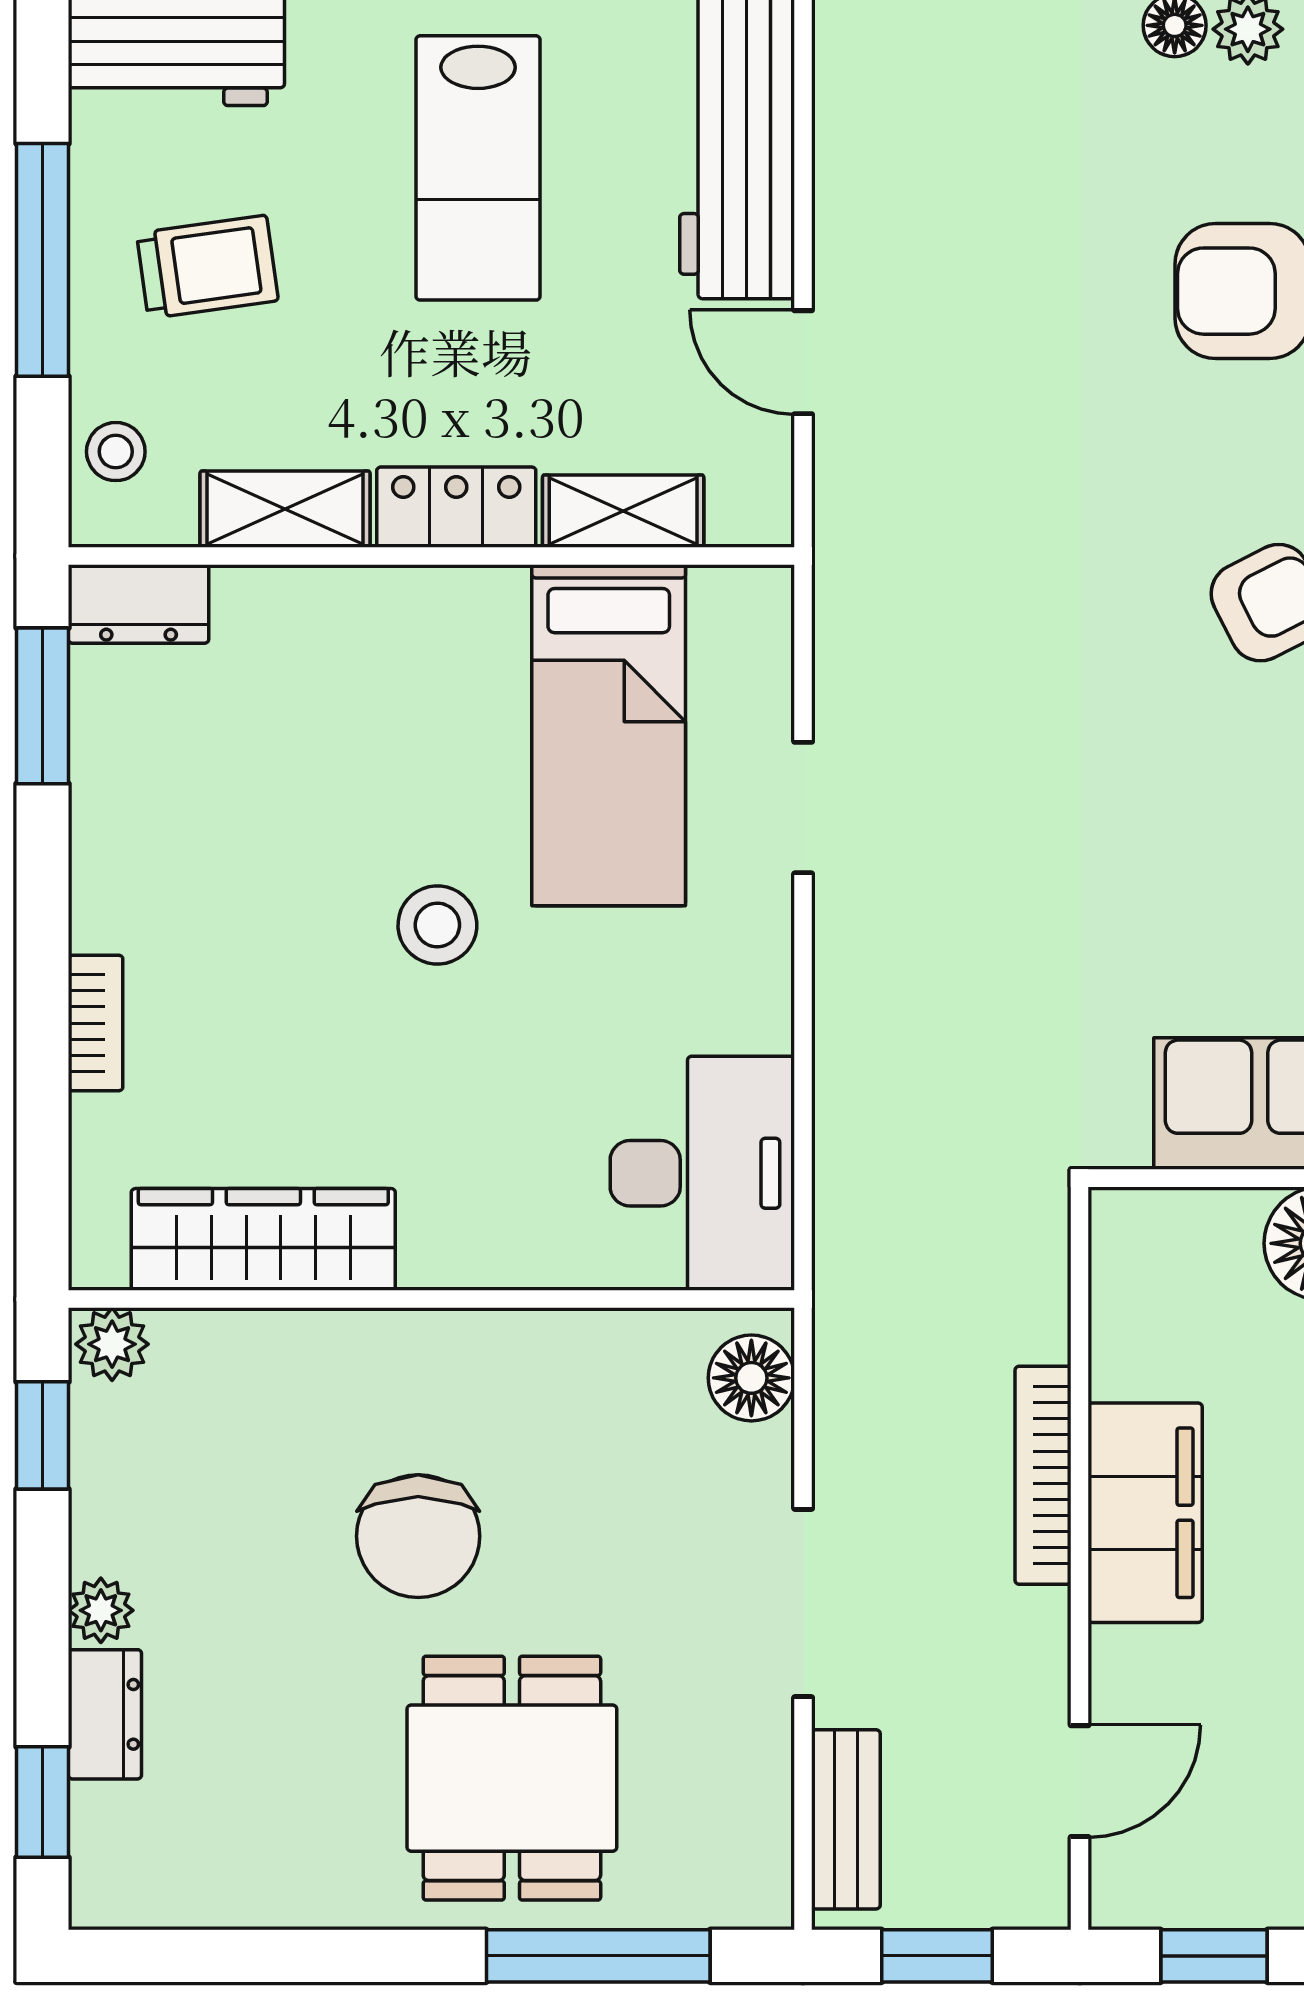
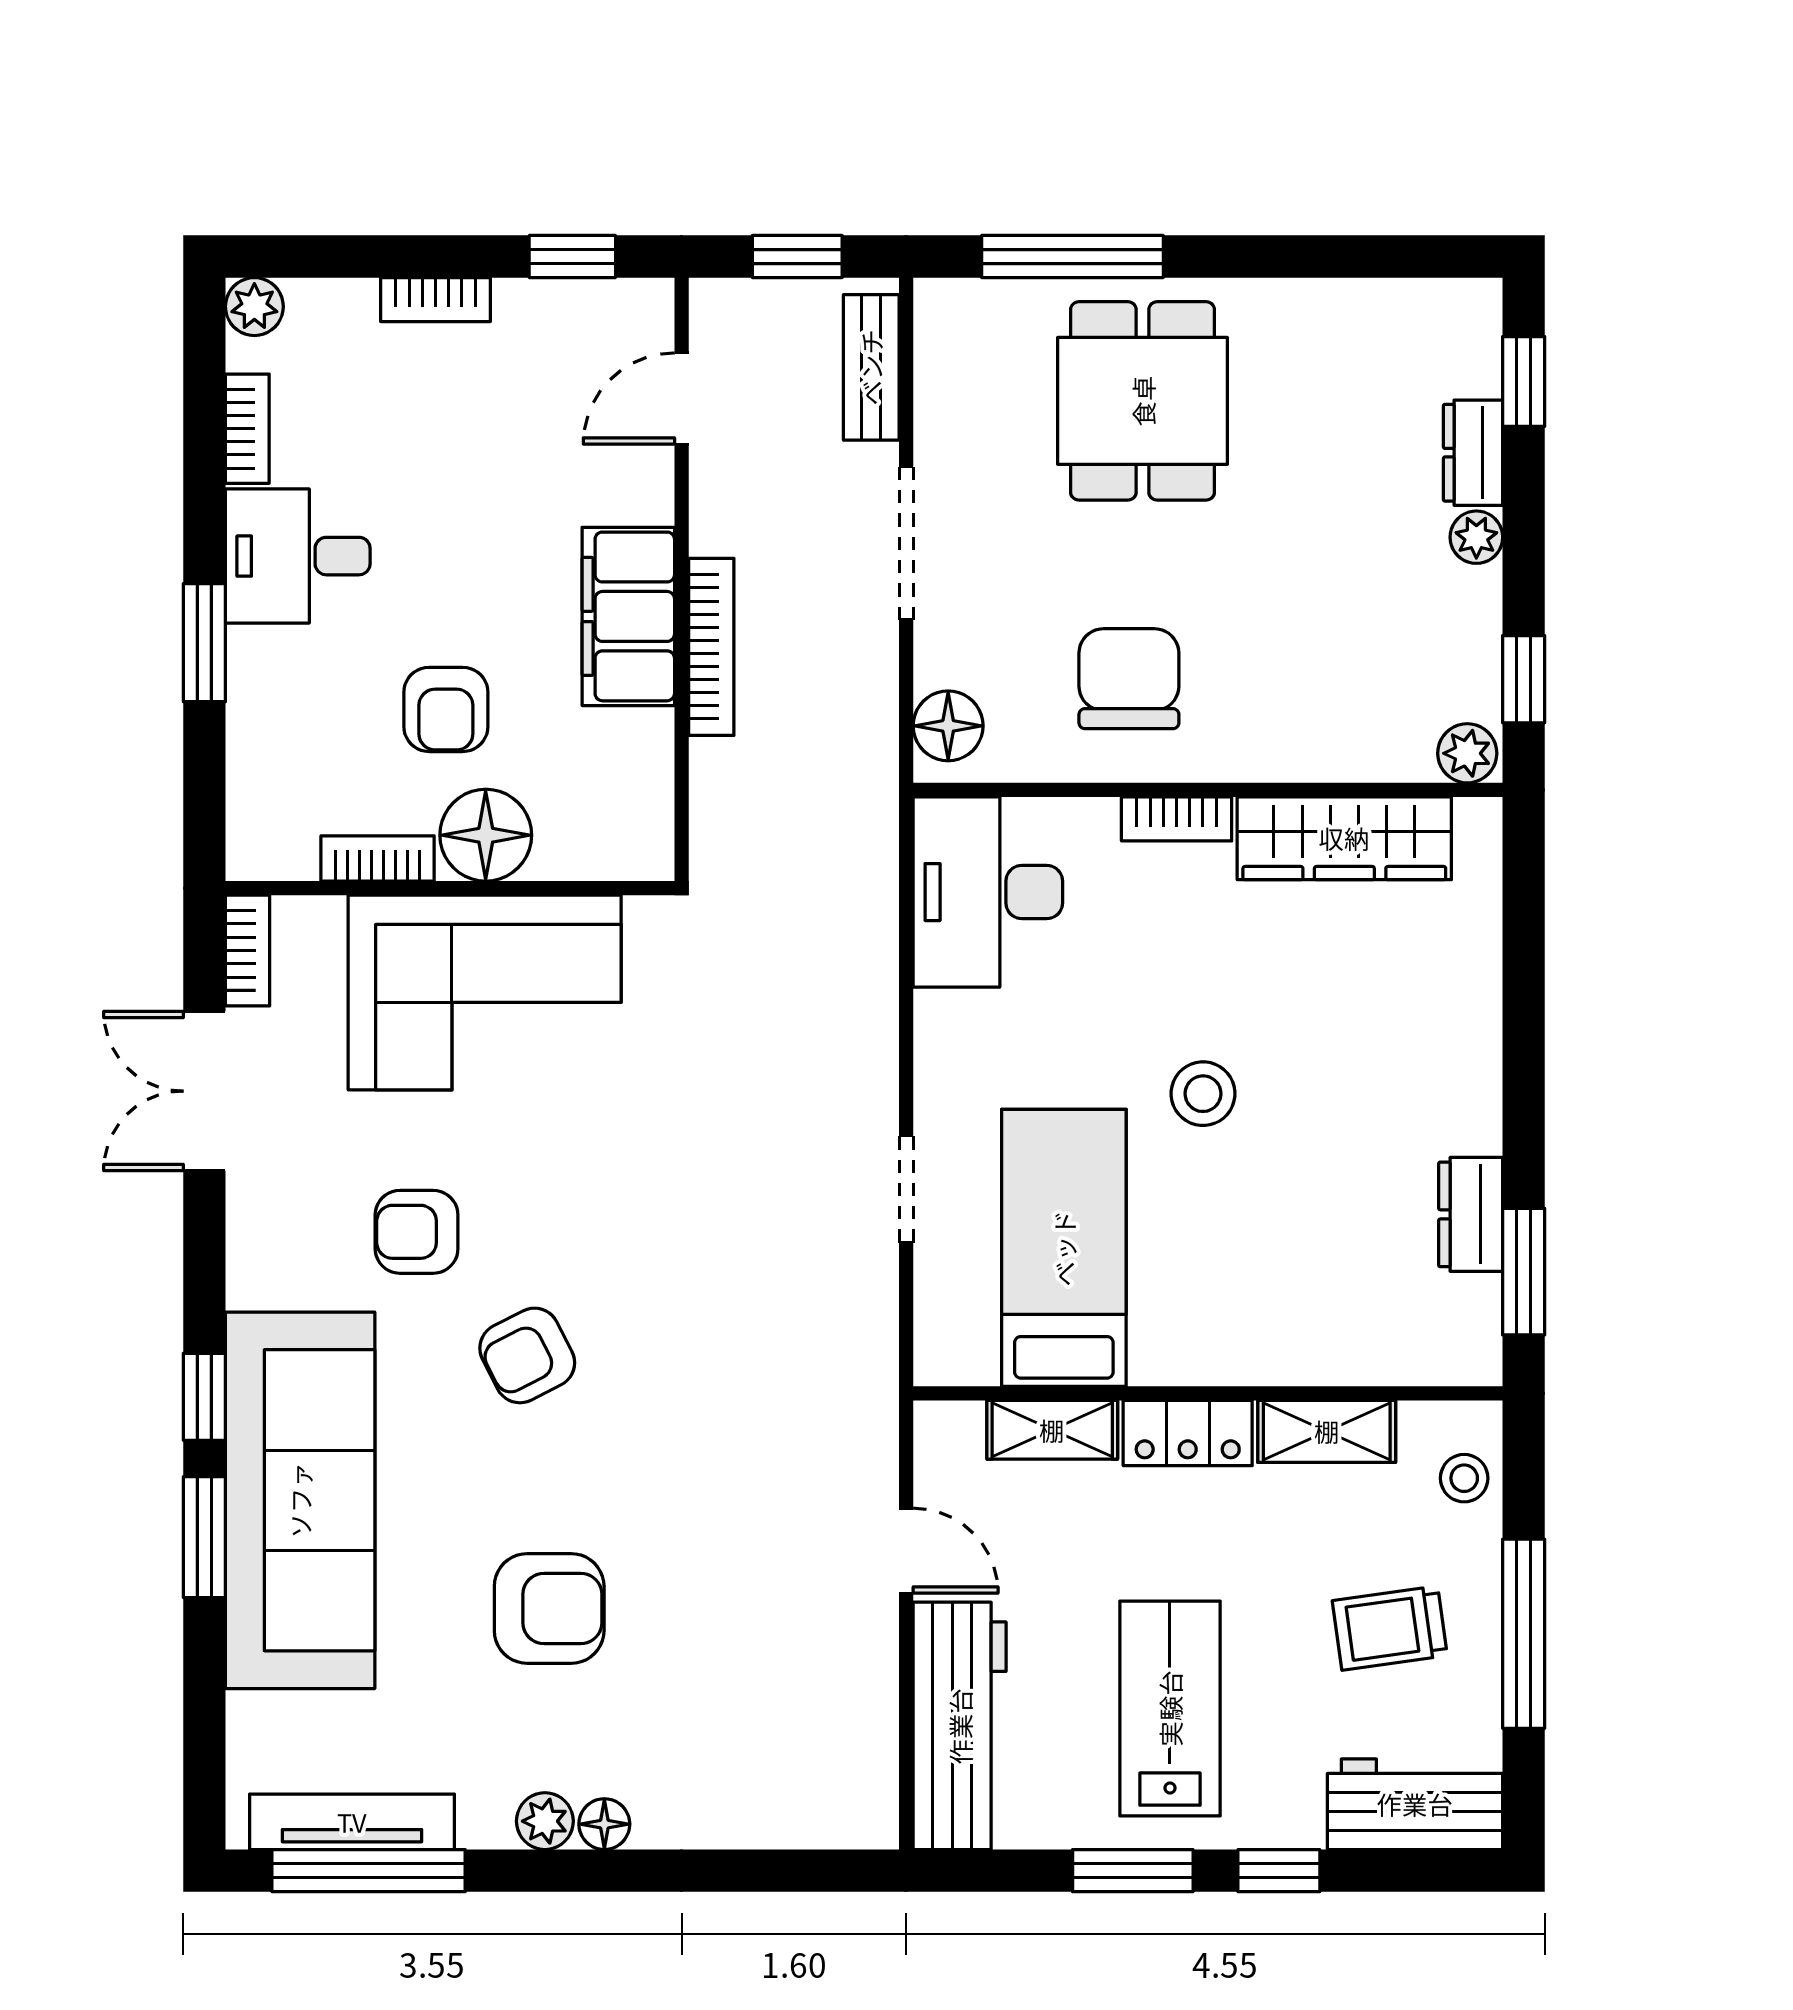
dresser: (139, 604) -> (1471, 1214), moved, turned -90
bookcase: (96, 1023) -> (1177, 819), moved, turned -90
chair: (418, 1536) -> (1129, 679), moved

